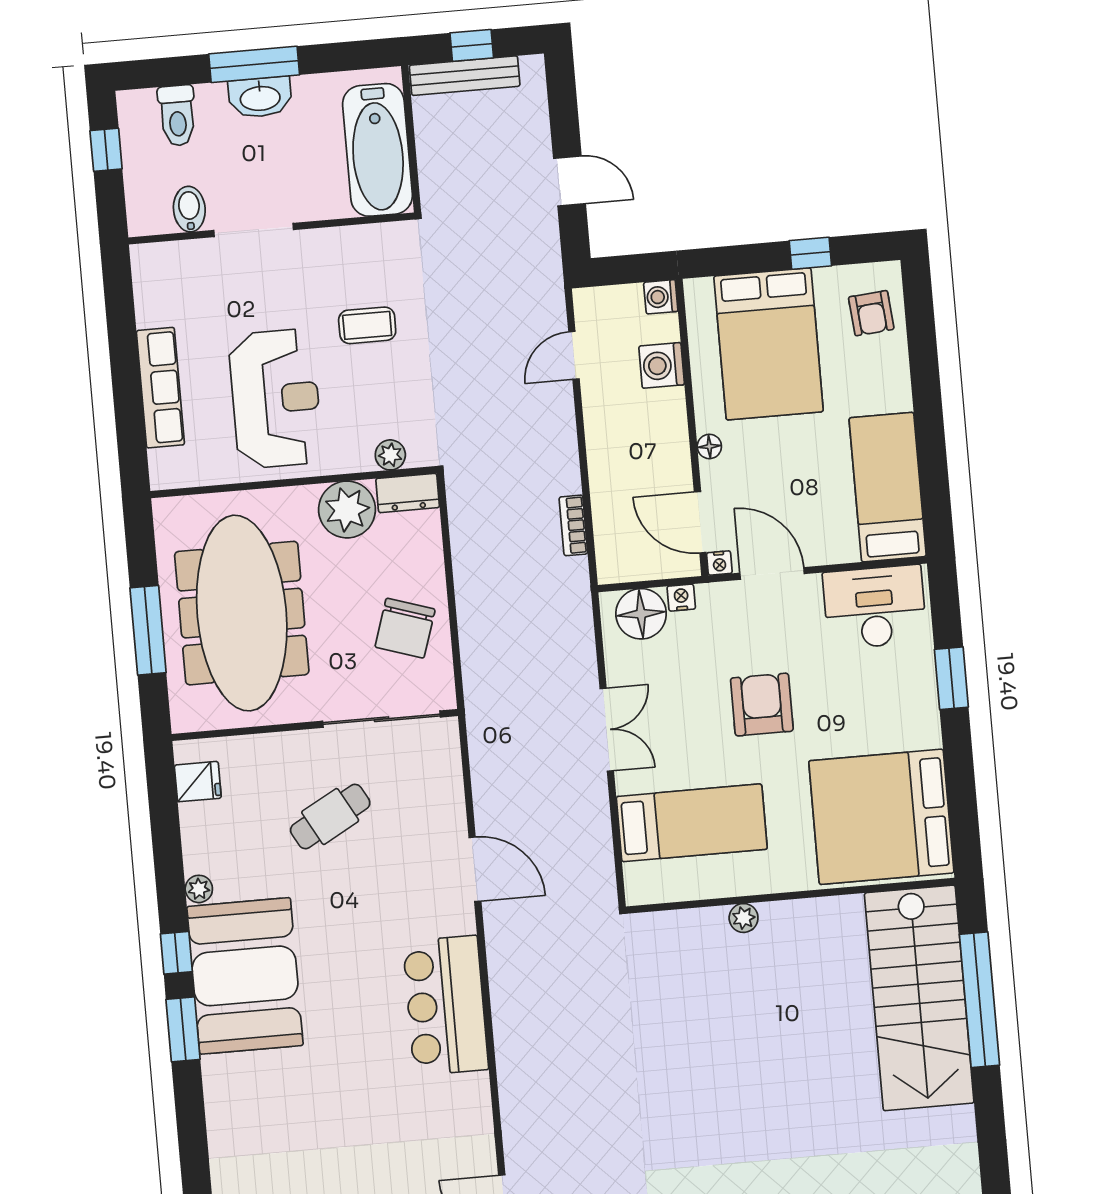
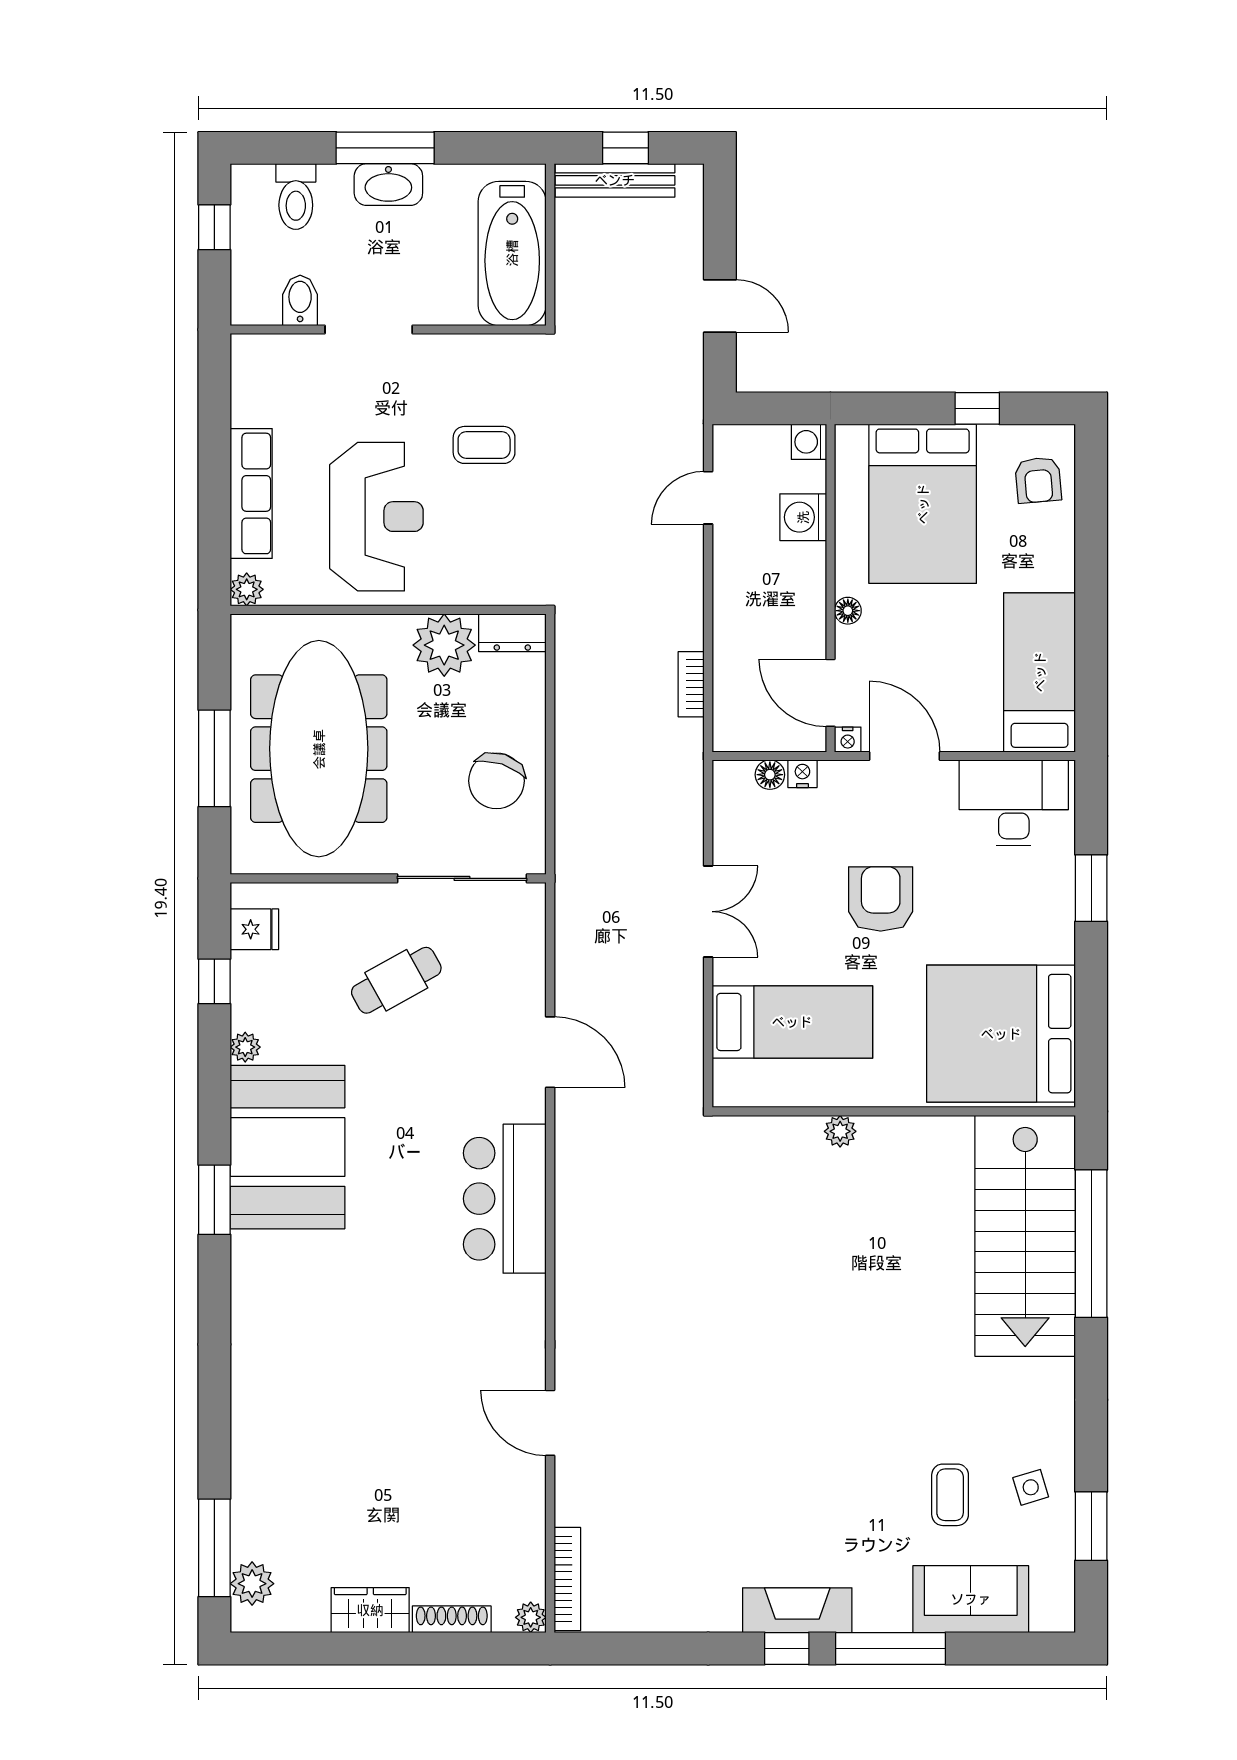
plant: (390, 455) -> (247, 589), moved
floor lamp: (641, 614) -> (770, 775), width x0.53, depth x0.53
window: (176, 953) -> (214, 981), moved

